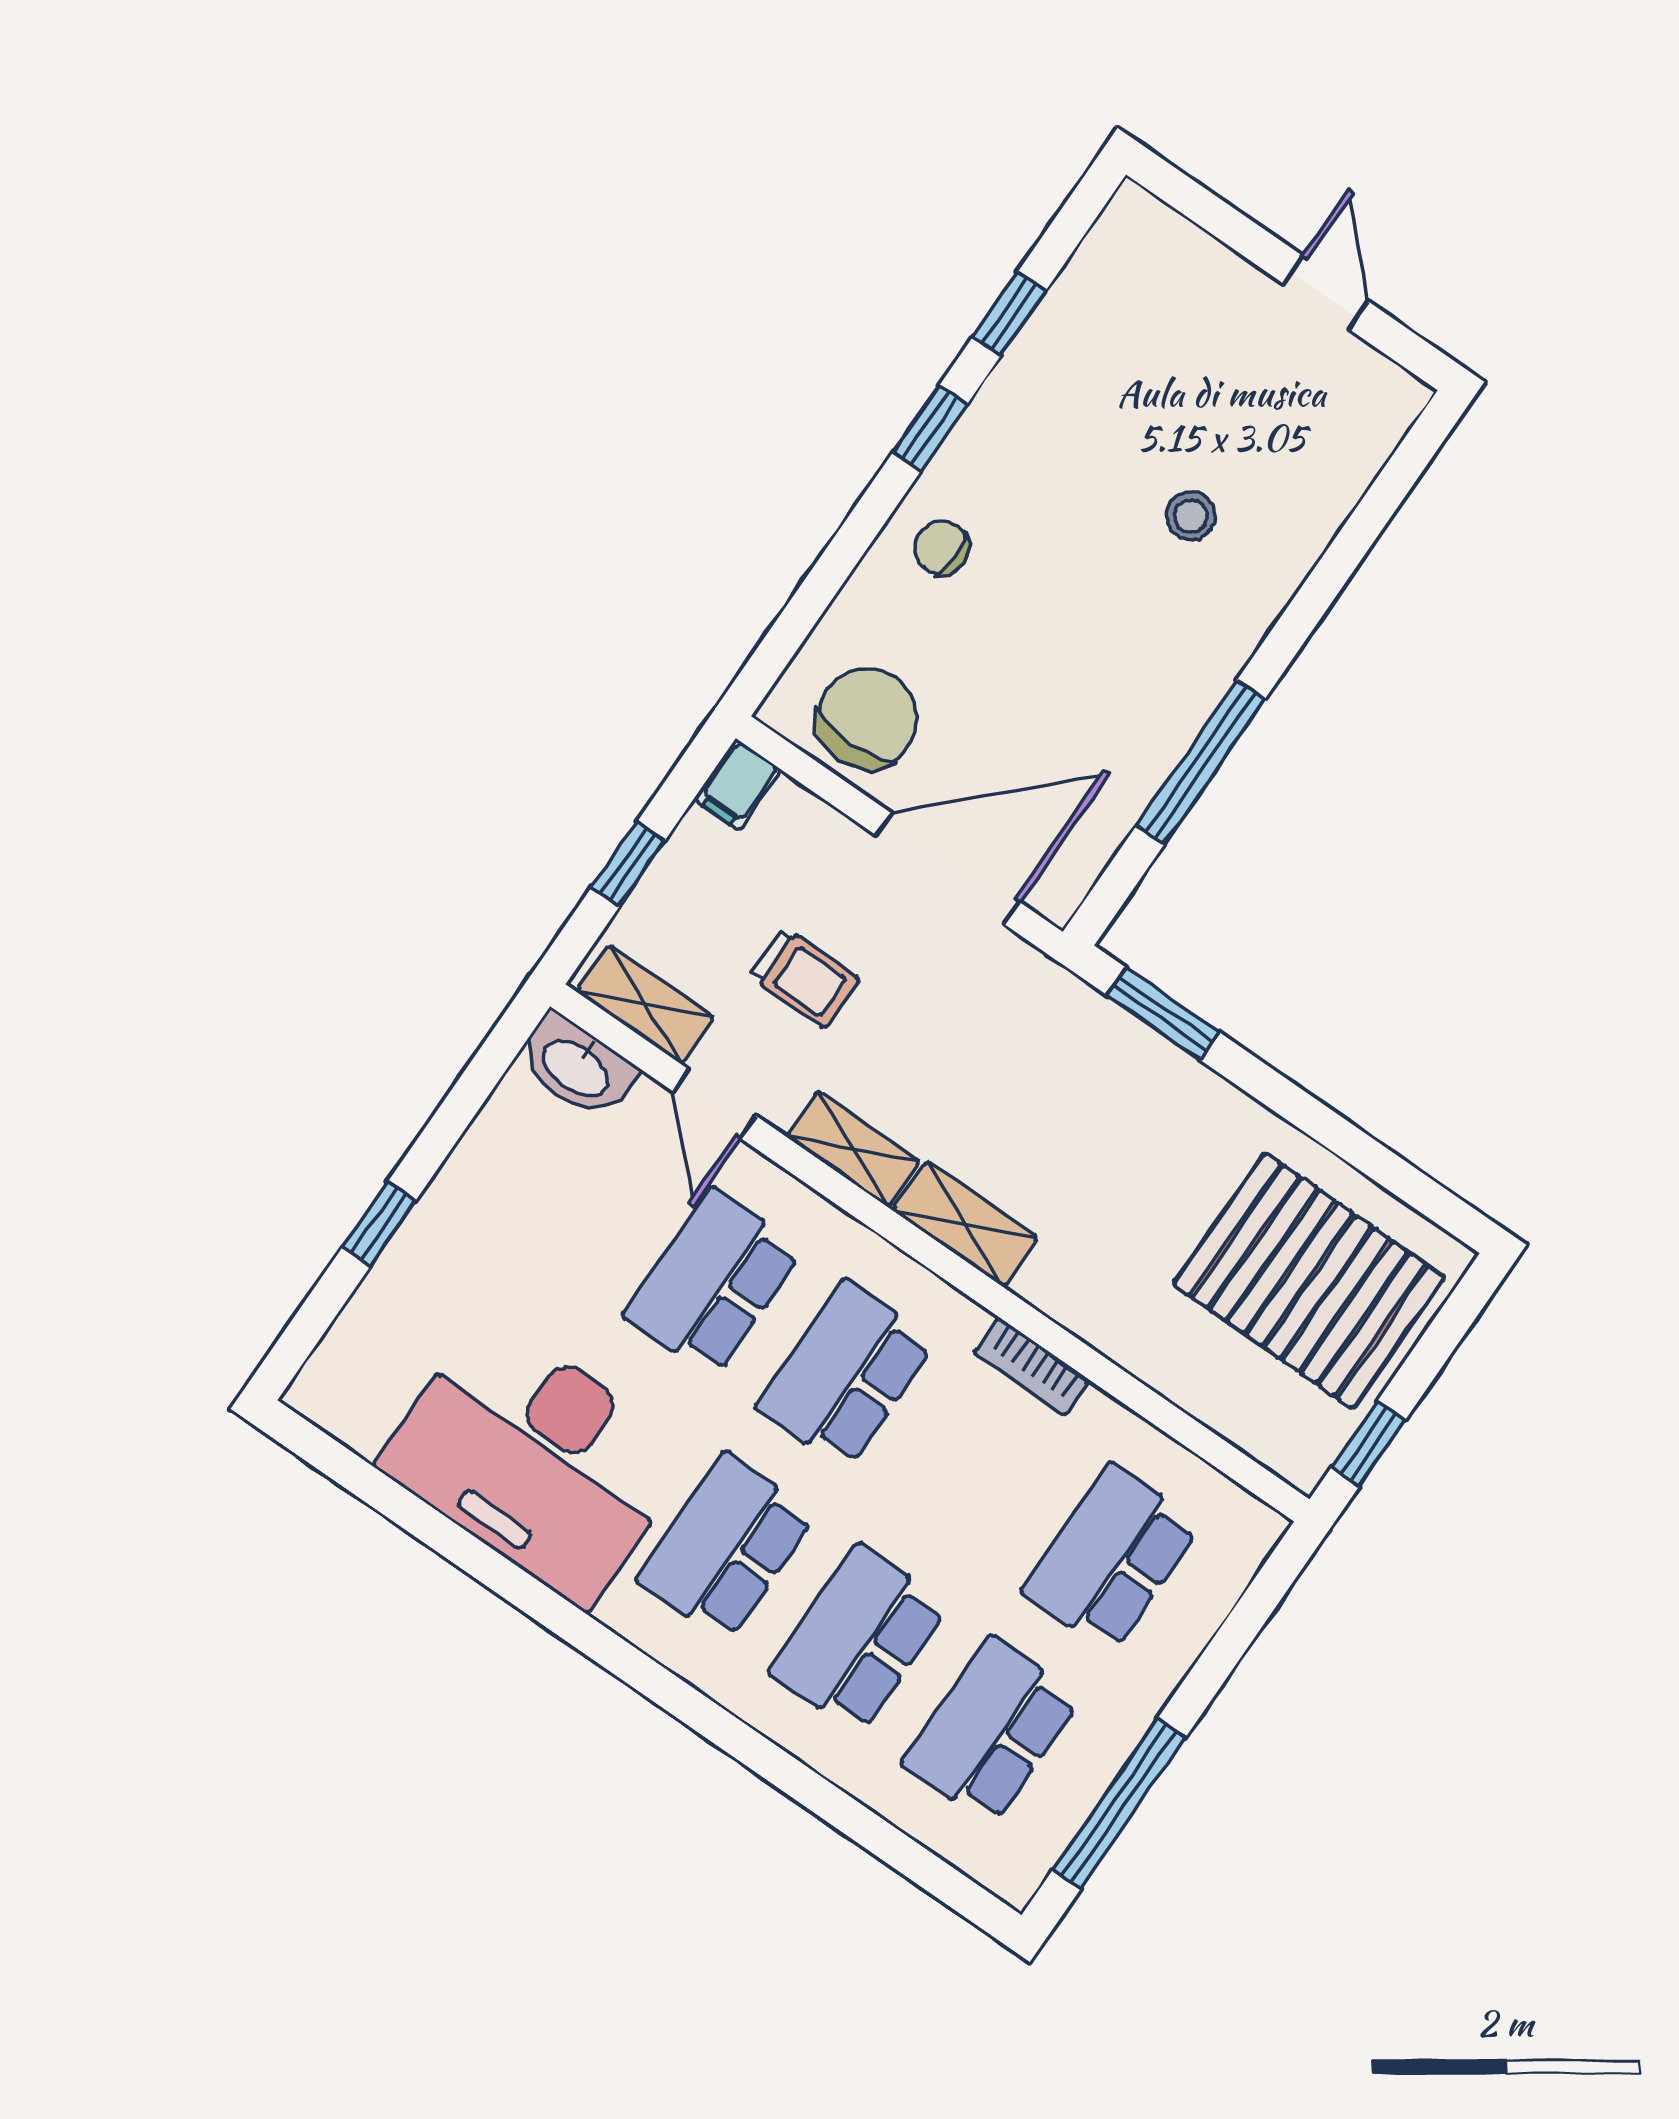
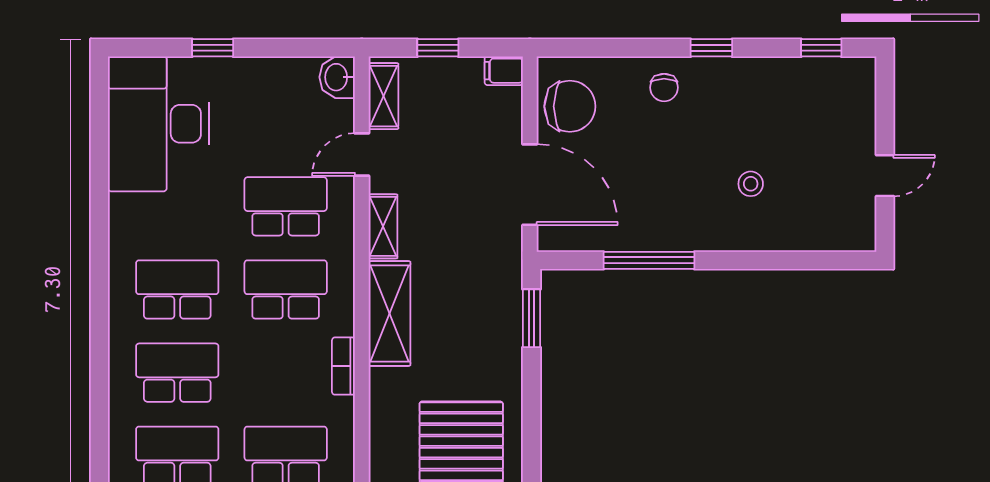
window: (1009, 314) -> (821, 48), moved
chair: (941, 548) -> (664, 88), turned 180
trolley: (804, 978) -> (442, 156), removed
washbasin: (577, 1066) -> (337, 77), width x0.72
shelving: (965, 1224) -> (390, 314), width x1.50, depth x1.33
desk: (536, 1460) -> (159, 124), moved

